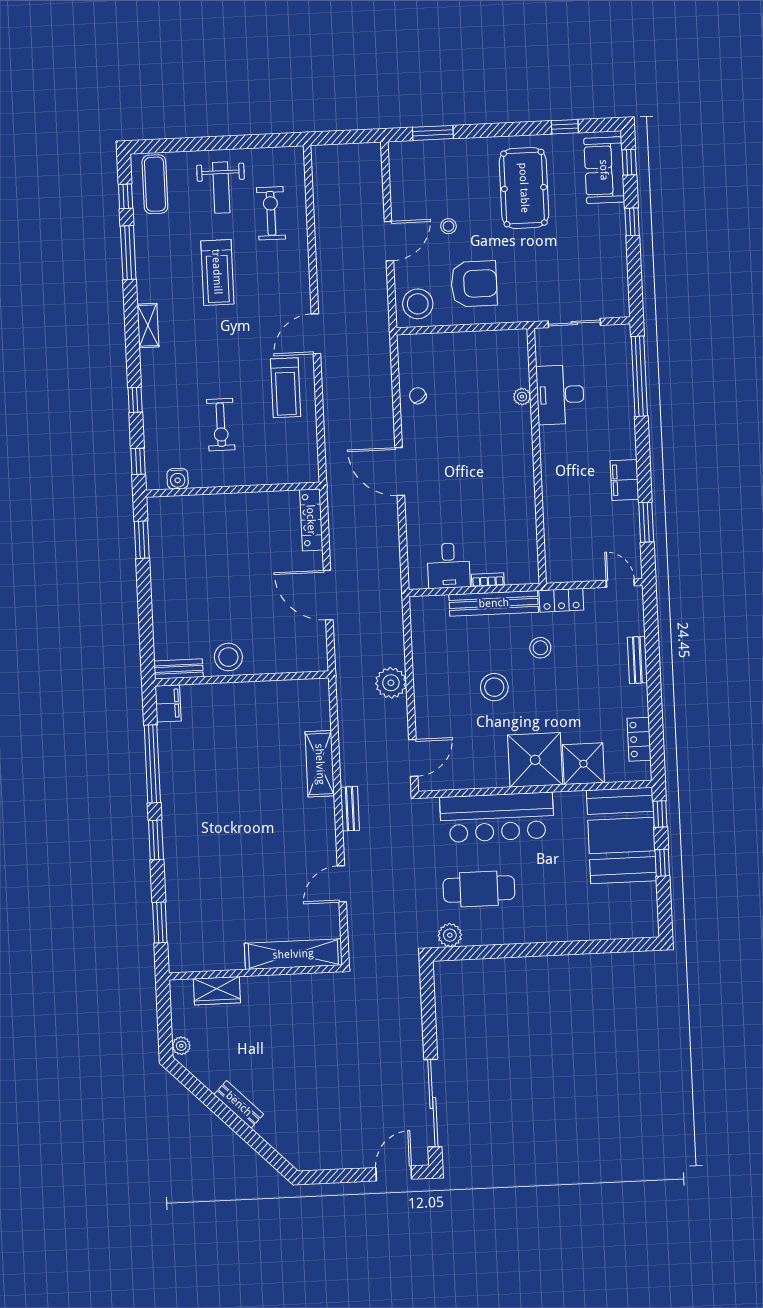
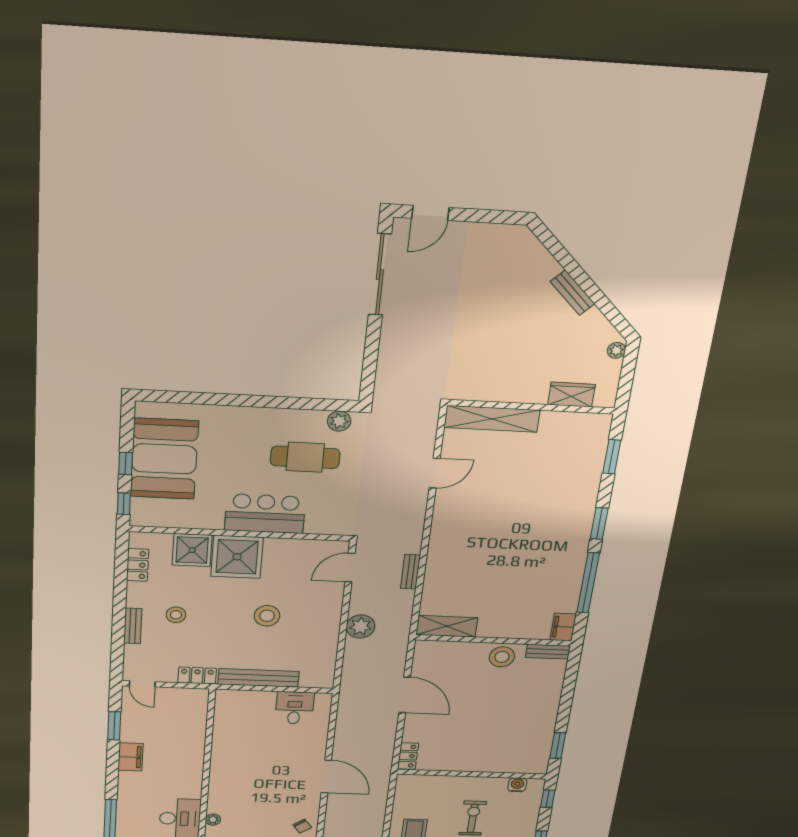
locker: (311, 520) -> (408, 756), width x0.66
bookcase: (488, 580) -> (261, 695), removed
stool: (540, 648) -> (176, 615), moved
shelving: (320, 764) -> (447, 626), moved, turned 90
bench: (350, 809) -> (410, 572), moved
bar counter: (497, 817) -> (265, 514), width x0.73
booth: (622, 836) -> (164, 459), moved

